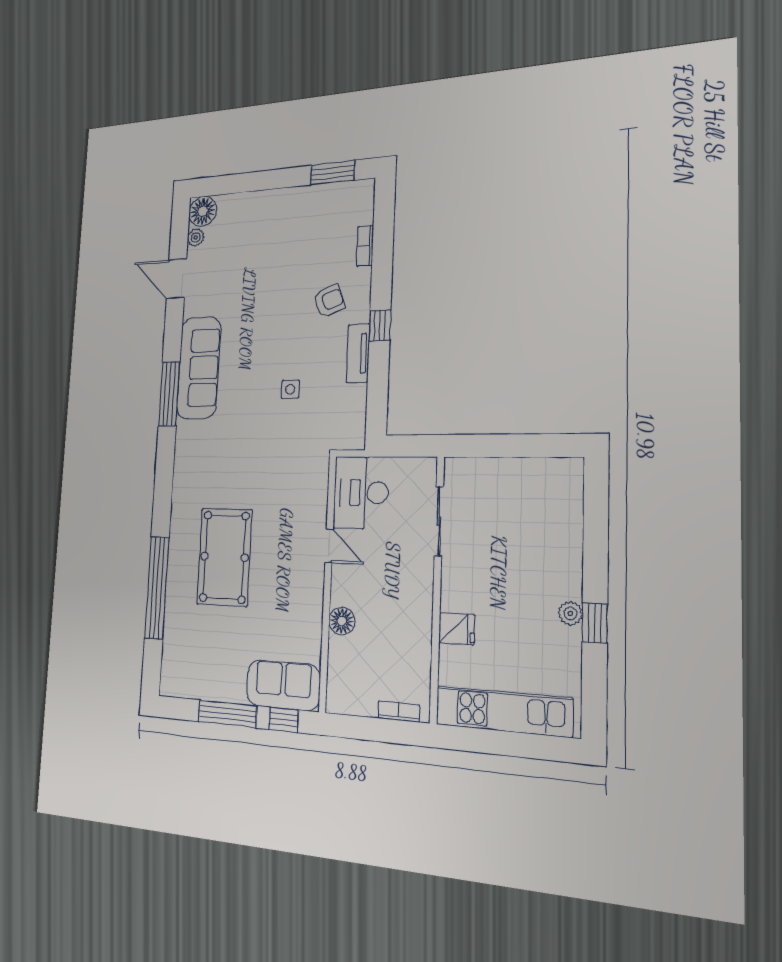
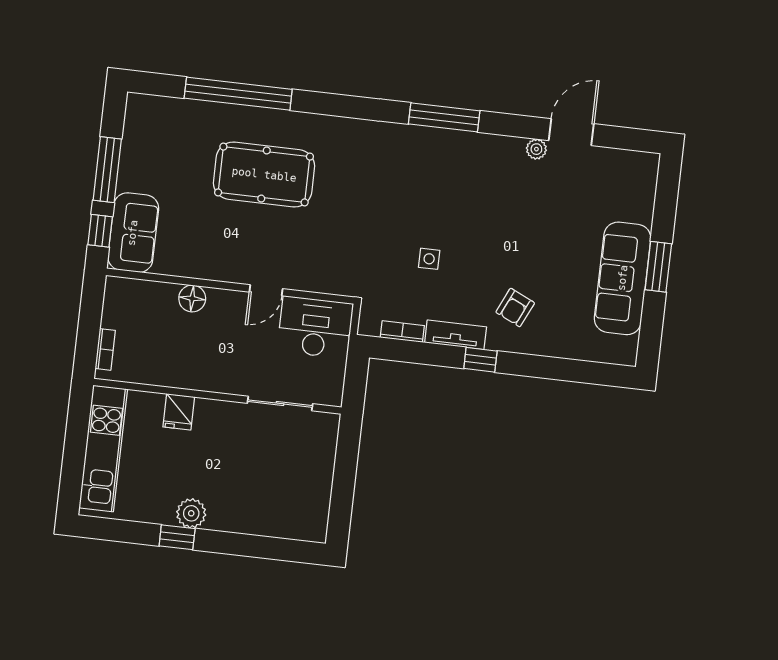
window: (333, 173) -> (658, 267), moved
floor lamp: (203, 211) -> (642, 168), removed
plant: (196, 238) -> (536, 149), moved
bookcase: (365, 246) -> (402, 332), moved
armchair: (329, 301) -> (515, 308), turned 45
sofa: (199, 368) -> (623, 278), moved, turned 90
plant: (570, 613) -> (191, 513), width x1.38, depth x1.38

